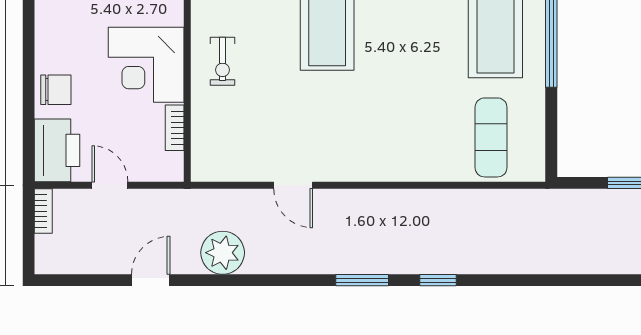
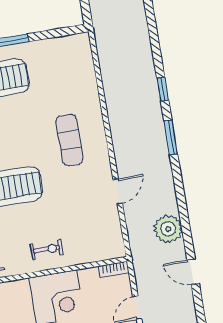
bookcase: (175, 128) -> (114, 269), moved
exercise mat: (491, 137) -> (69, 140), moved, turned 90

